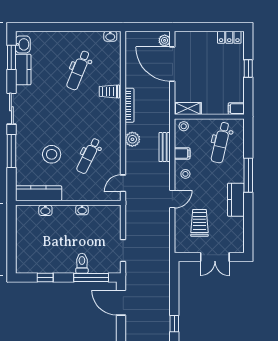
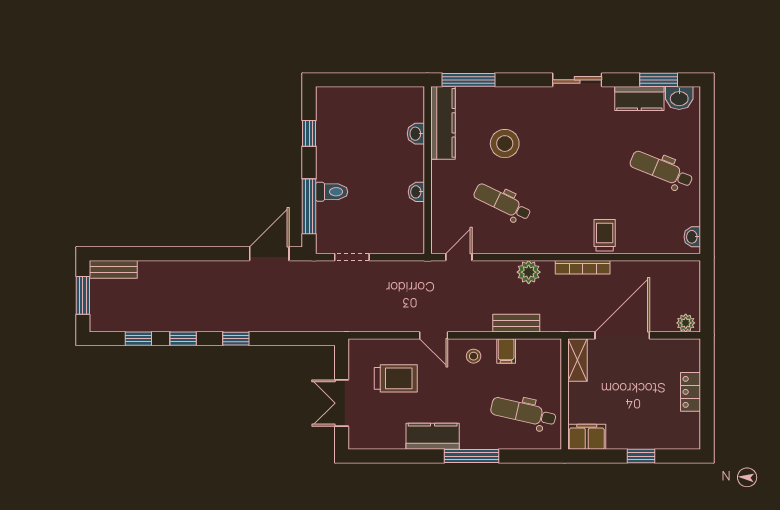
locker: (229, 37) -> (691, 392), moved
door: (172, 64) -> (622, 335), moved
dental chair: (79, 70) -> (661, 170), moved
filing cabinet: (236, 109) -> (587, 437), width x2.00
stool: (184, 126) -> (549, 353), removed
window: (11, 151) -> (468, 80), moved
door: (123, 183) -> (459, 257), hinge flipped

